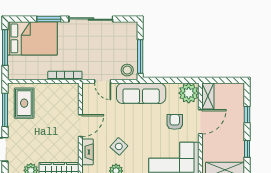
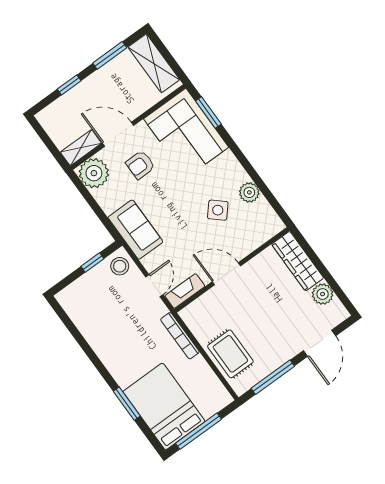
sliding door: (91, 19) -> (90, 354), removed
window: (140, 57) -> (92, 263), width x0.46
sofa: (141, 93) -> (135, 230), width x0.73
rug: (24, 103) -> (230, 354), moved, turned 90
window: (247, 149) -> (110, 55), width x1.50
fireplace: (88, 152) -> (185, 291), moved

